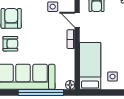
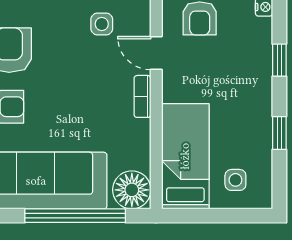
floor lamp: (70, 85) -> (132, 190), width x1.89, depth x1.89

